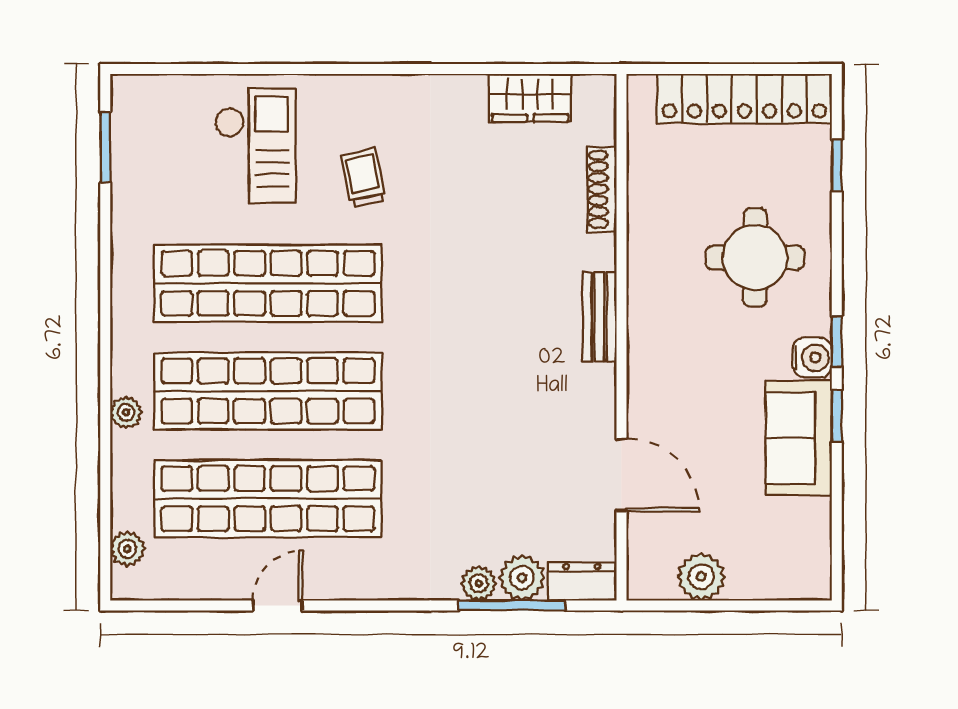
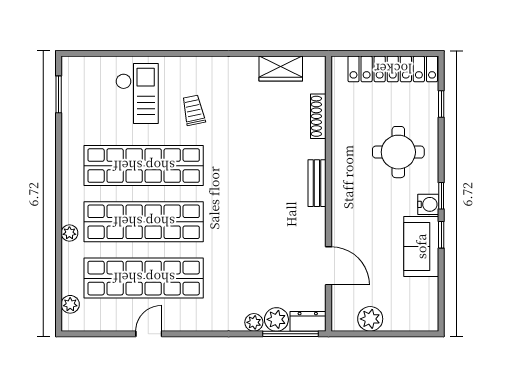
window: (512, 605) -> (290, 334), moved

